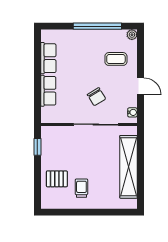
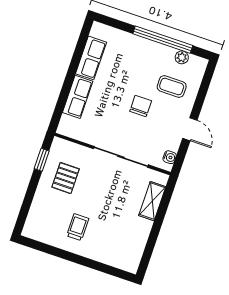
plant: (132, 35) -> (182, 57), moved
chair: (96, 97) -> (141, 106), moved, turned -149
shelving: (128, 167) -> (152, 201), width x0.45, depth x0.75
pallet: (57, 179) -> (66, 178), moved, turned 90

